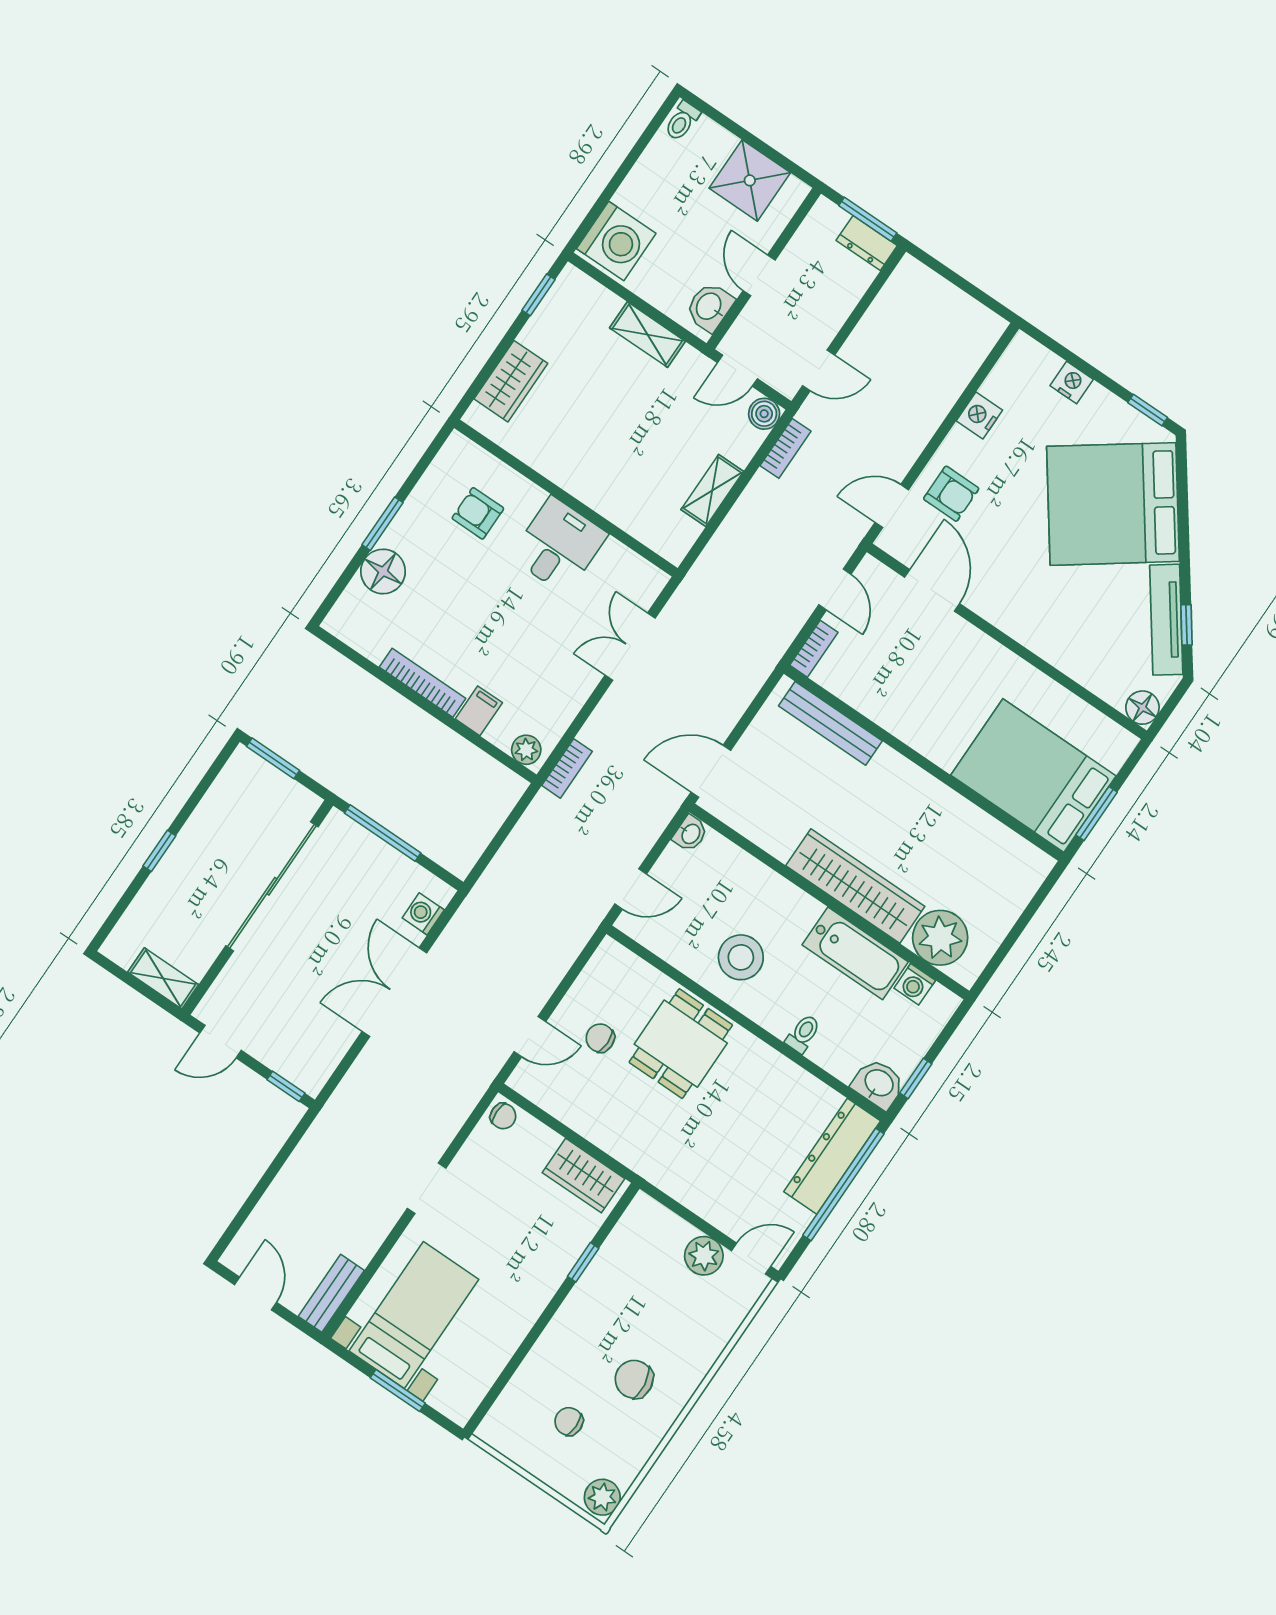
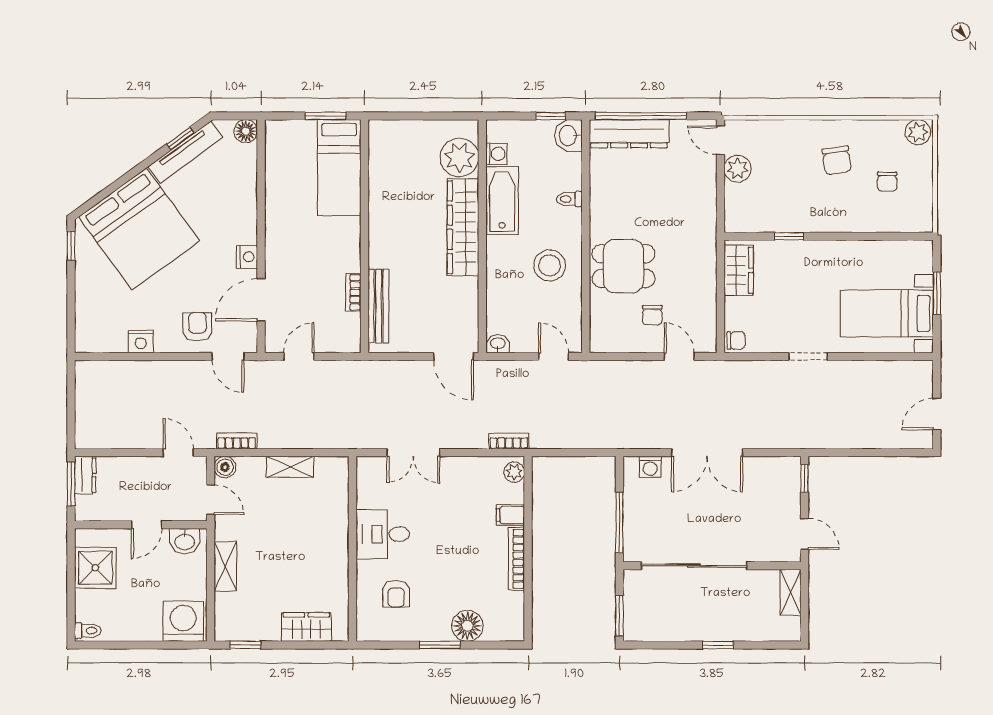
nightstand: (1072, 382) -> (247, 257), moved, turned 180
bookcase: (814, 649) -> (353, 292), moved, turned -90
bed: (1033, 775) -> (339, 168), width x0.67
chair: (503, 1116) -> (736, 341), turned 90
bench: (331, 1293) -> (907, 370), removed

